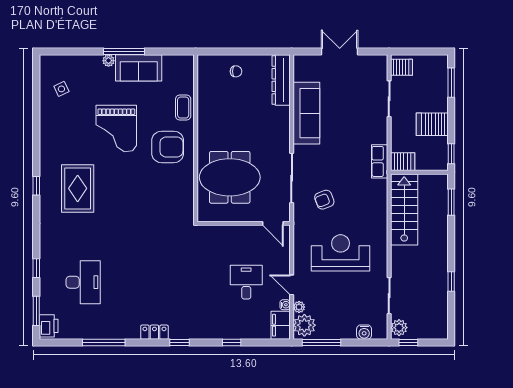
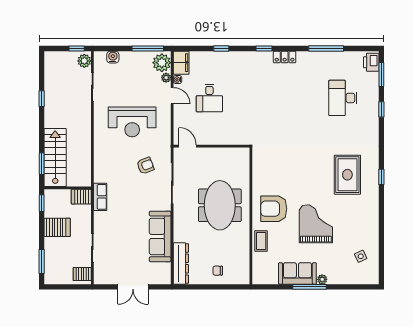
meeting table: (230, 177) -> (220, 205), moved, turned 90
stairs: (404, 209) -> (55, 158), moved, turned 180

